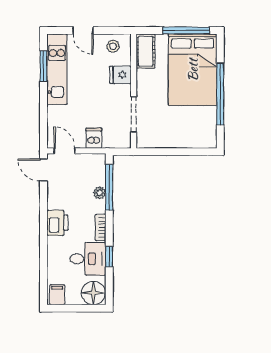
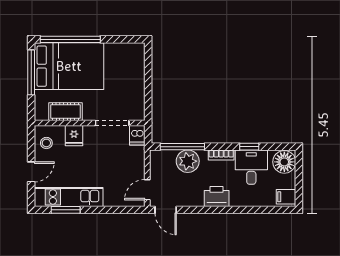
cot: (146, 51) -> (65, 112), moved
window: (220, 94) -> (70, 39), moved
dishwasher: (94, 138) -> (137, 135), moved, turned -90
door: (44, 170) -> (166, 210), hinge flipped
plant: (100, 193) -> (188, 161), width x1.88, depth x1.88

